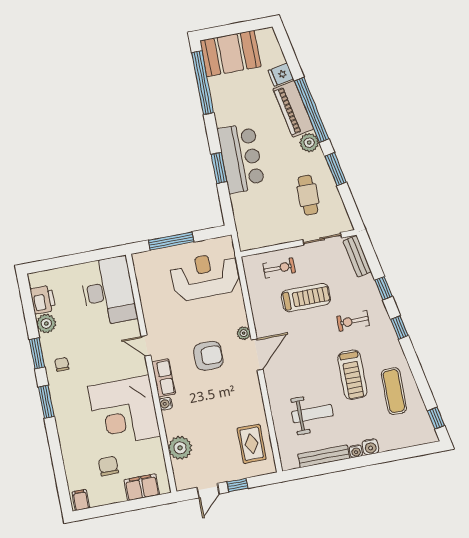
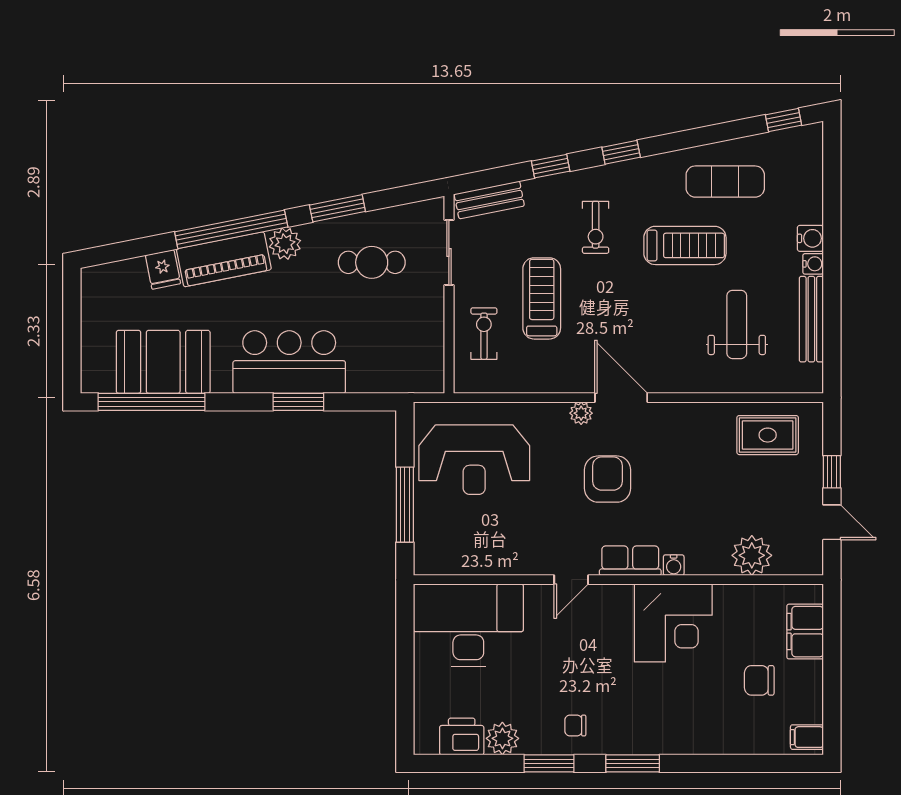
booth: (230, 54) -> (163, 362), moved, turned 90
reception desk: (205, 276) -> (474, 460), turned -90
corner desk: (124, 411) -> (673, 623), width x0.74, depth x0.74

